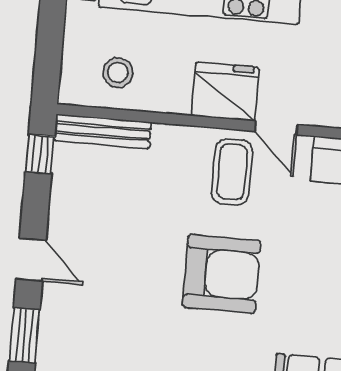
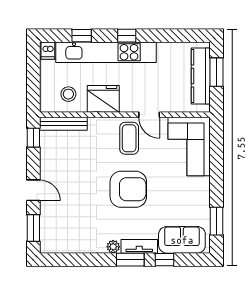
fridge: (225, 92) -> (103, 99), moved

